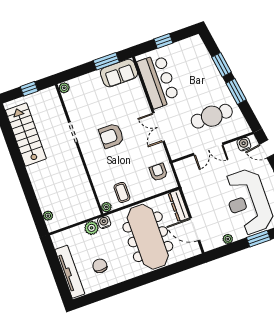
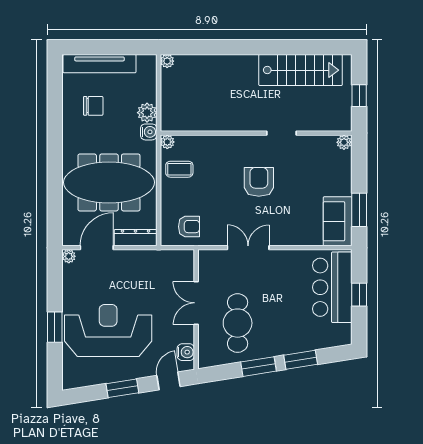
bar counter: (158, 81) -> (332, 287), moved, turned 90
plant: (48, 216) -> (167, 61), moved
plant: (228, 239) -> (69, 256), moved

